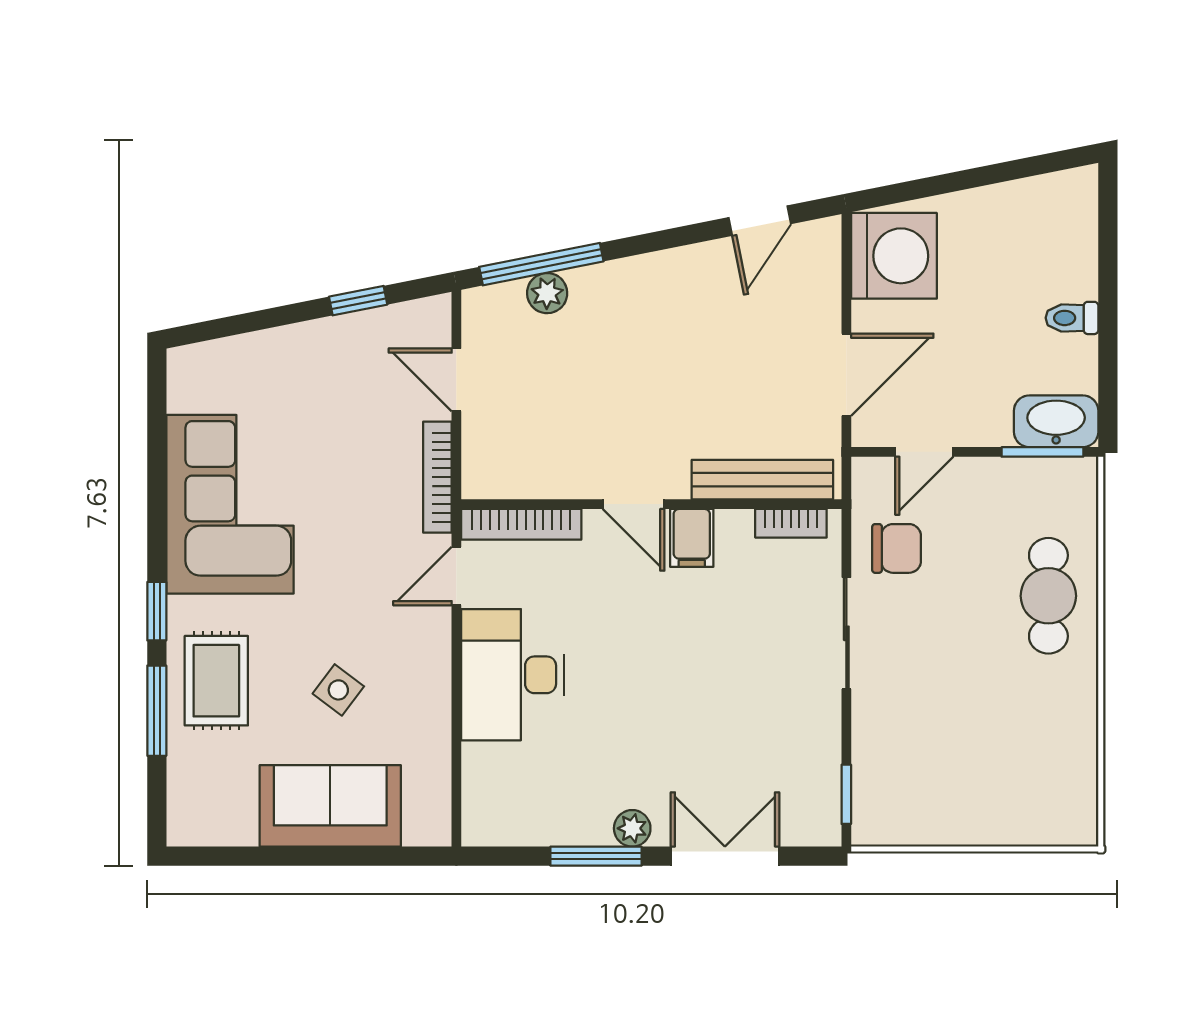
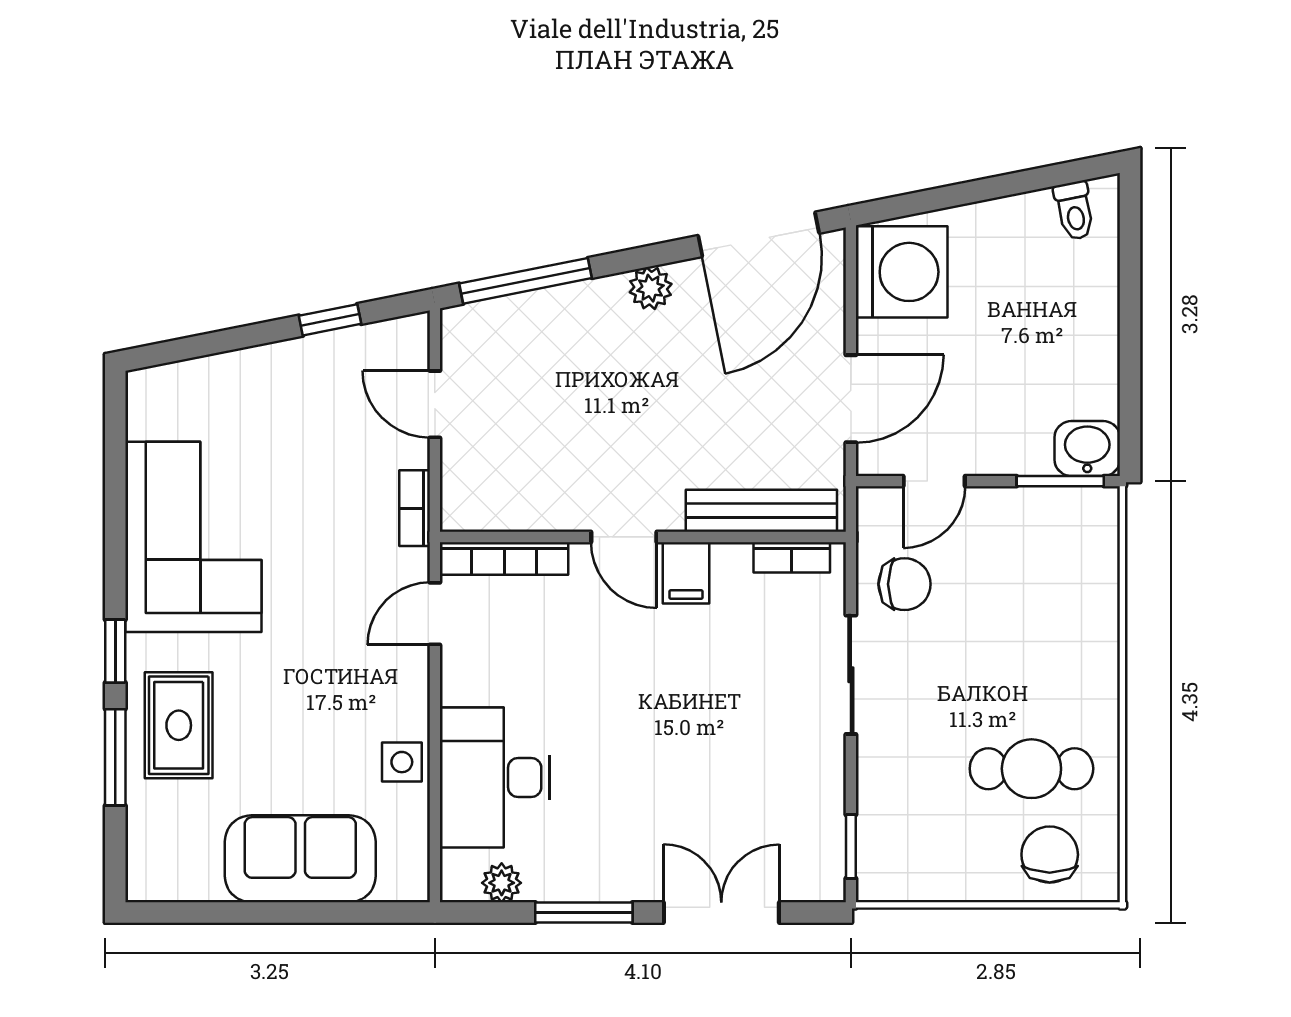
door: (760, 221) -> (759, 234), width x1.88
plant: (547, 293) -> (651, 288), moved
toilet: (1072, 318) -> (1074, 211), moved, turned -101
washbasin: (1056, 421) -> (1087, 449), width x0.72
bookcase: (437, 477) -> (415, 508), width x0.64
cafe table: (1048, 596) -> (1031, 769), moved, turned 90
desk: (513, 675) -> (495, 777), moved
side table: (338, 690) -> (402, 762), moved, turned -37
chair: (1033, 802) -> (1050, 855), added
plant: (632, 828) -> (502, 883), moved

